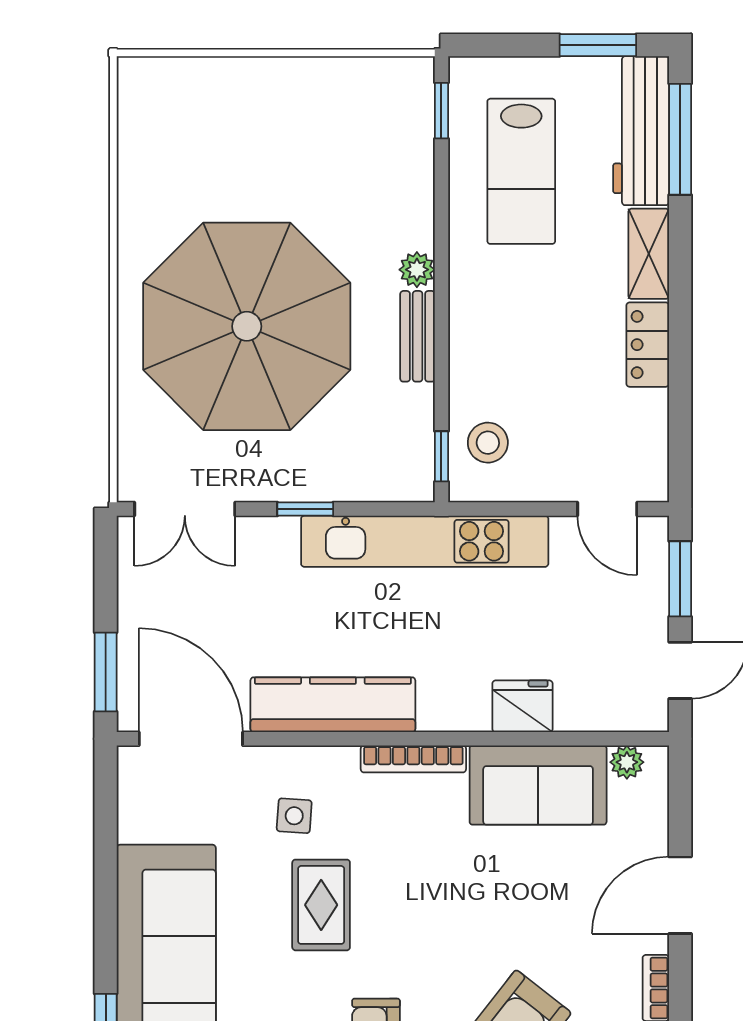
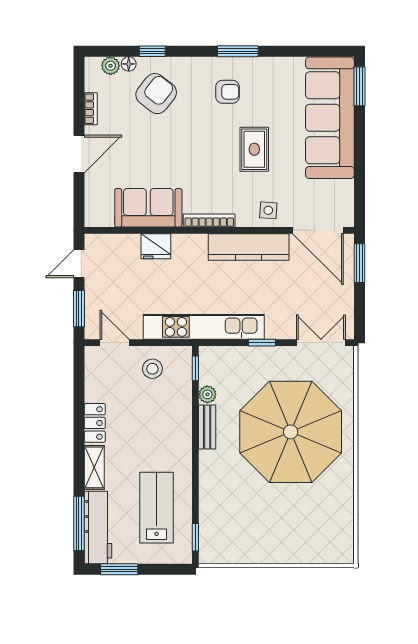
plant: (417, 270) -> (207, 394), moved
stool: (488, 443) -> (152, 369), moved
plant: (627, 762) -> (105, 219), removed
side table: (294, 816) -> (268, 210), moved

